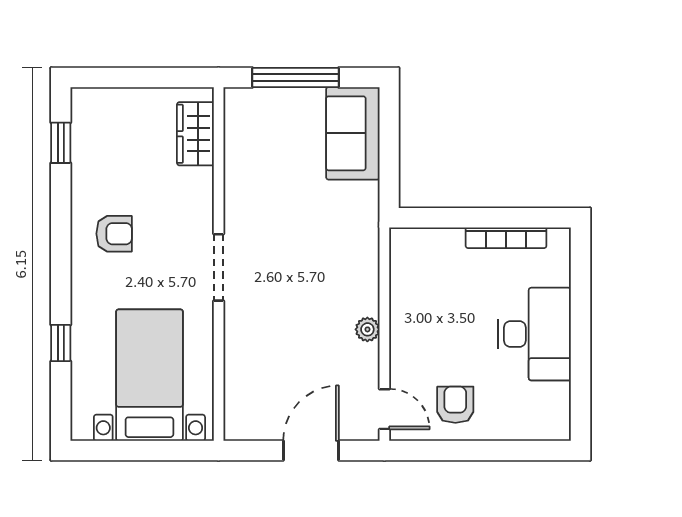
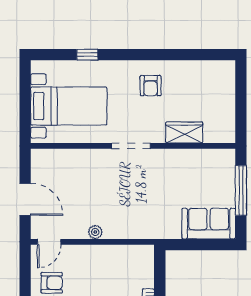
wardrobe: (195, 134) -> (184, 133), moved
window: (61, 143) -> (203, 55), removed

